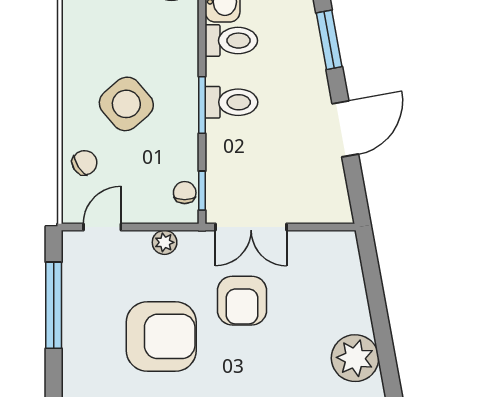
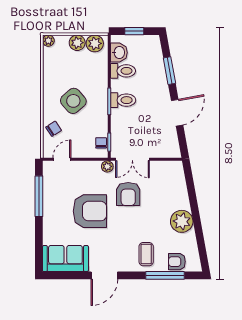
plant: (165, 242) -> (107, 166), moved

